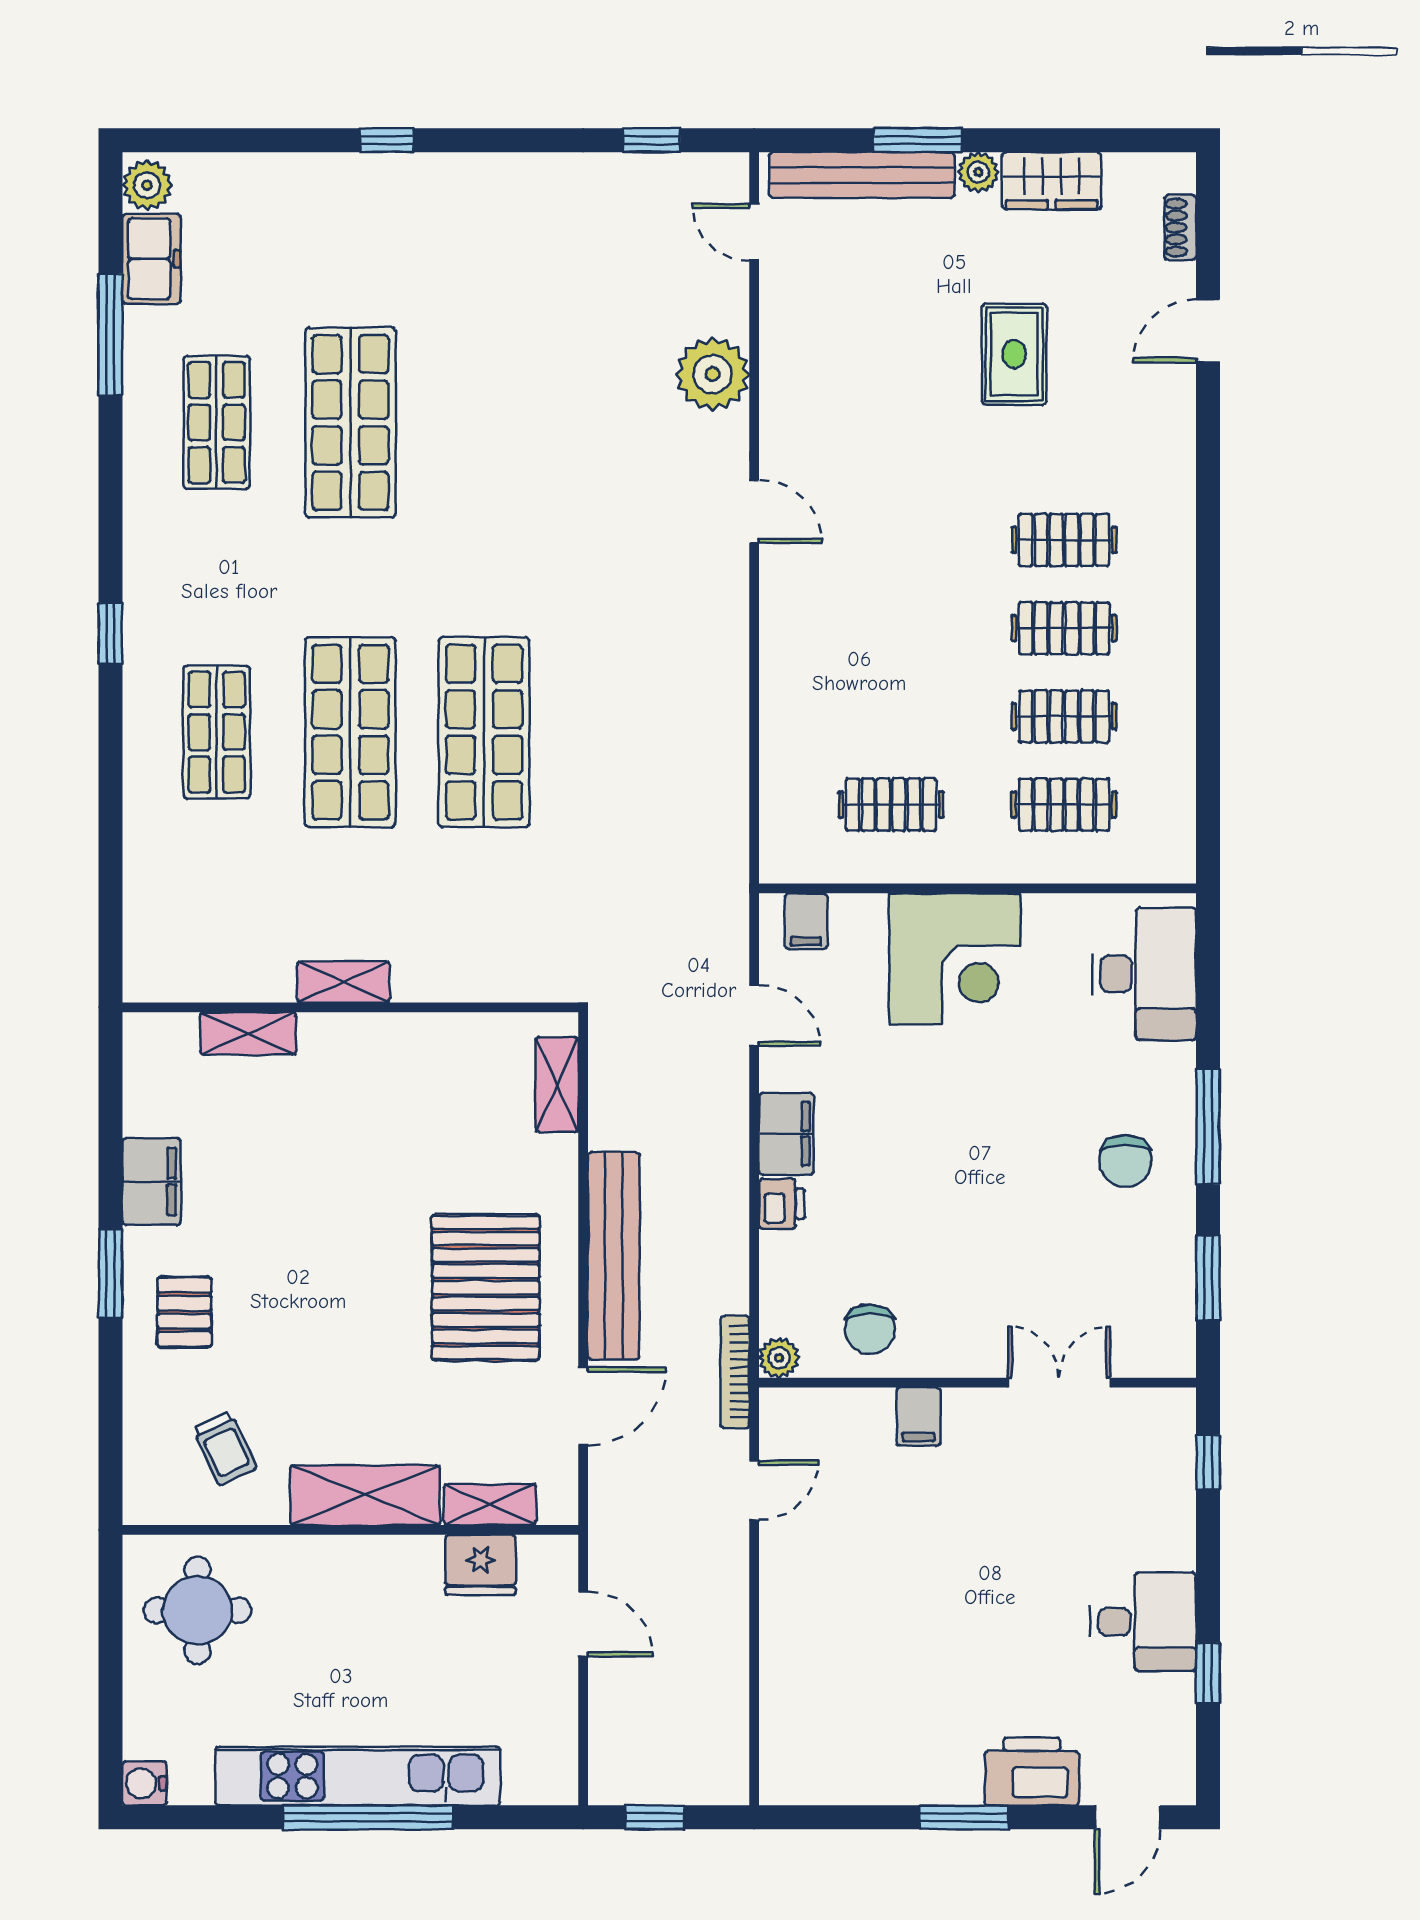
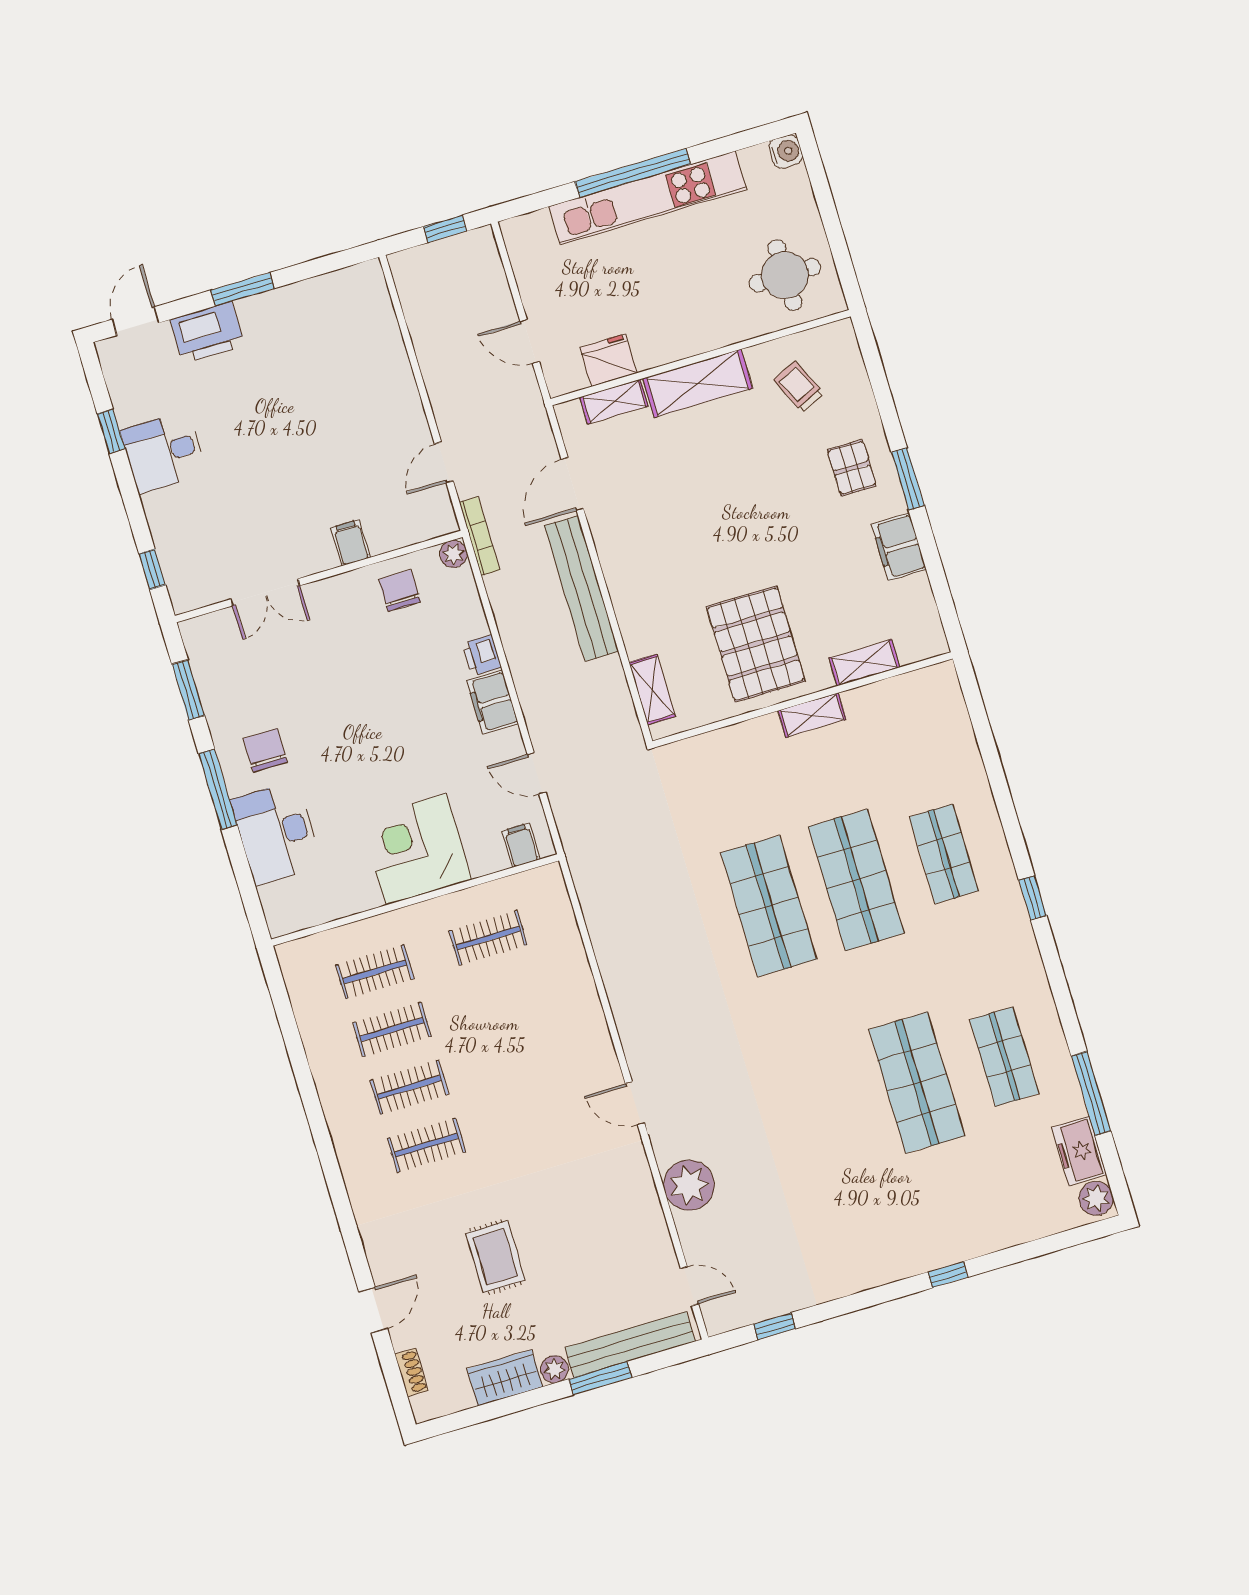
desk: (1144, 974) -> (276, 833), moved
pallet: (486, 1287) -> (756, 644), moved

